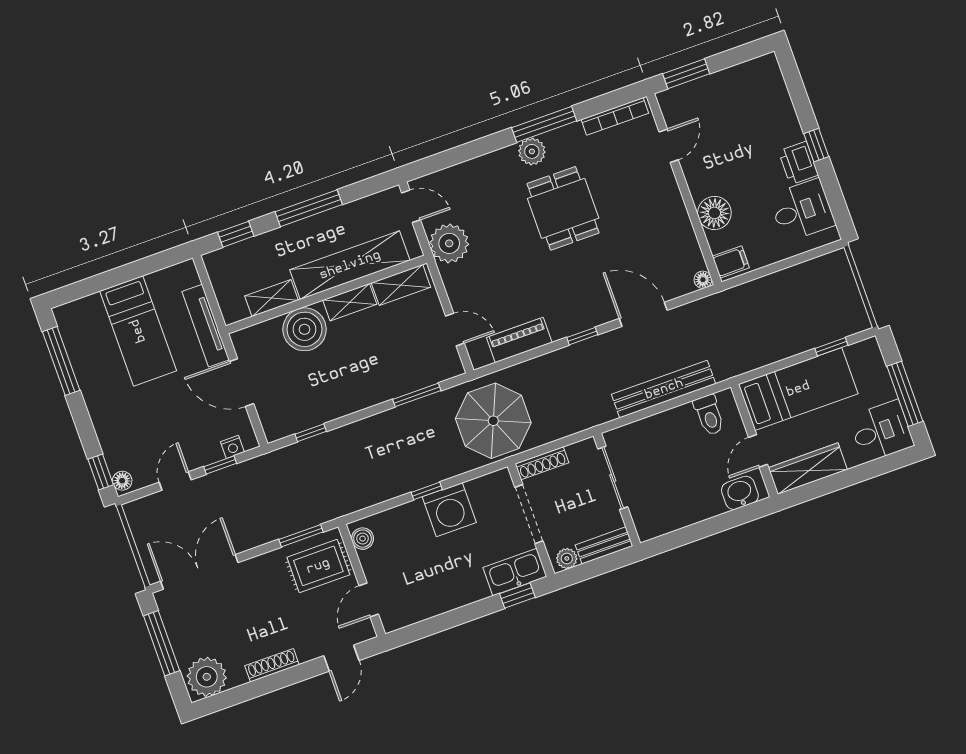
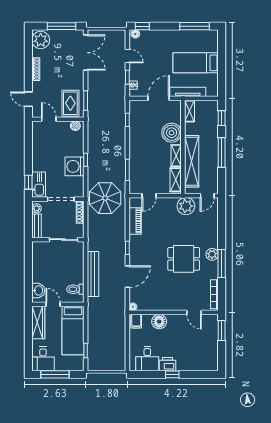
shelving: (272, 298) -> (189, 111), moved

